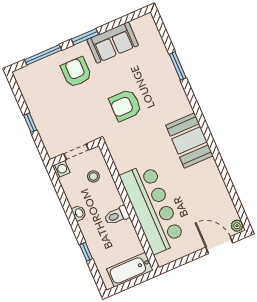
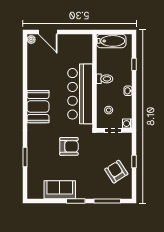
armchair: (76, 72) -> (116, 172), moved, turned 147
bar counter: (152, 208) -> (80, 94), moved

